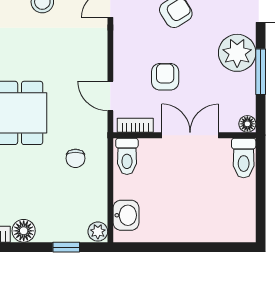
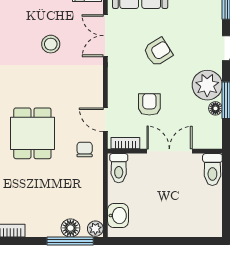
floor lamp: (247, 124) -> (215, 108), moved
chair: (75, 158) -> (85, 149), moved, turned 180
floor lamp: (24, 231) -> (70, 228), moved
window: (66, 247) -> (70, 241), width x2.17

